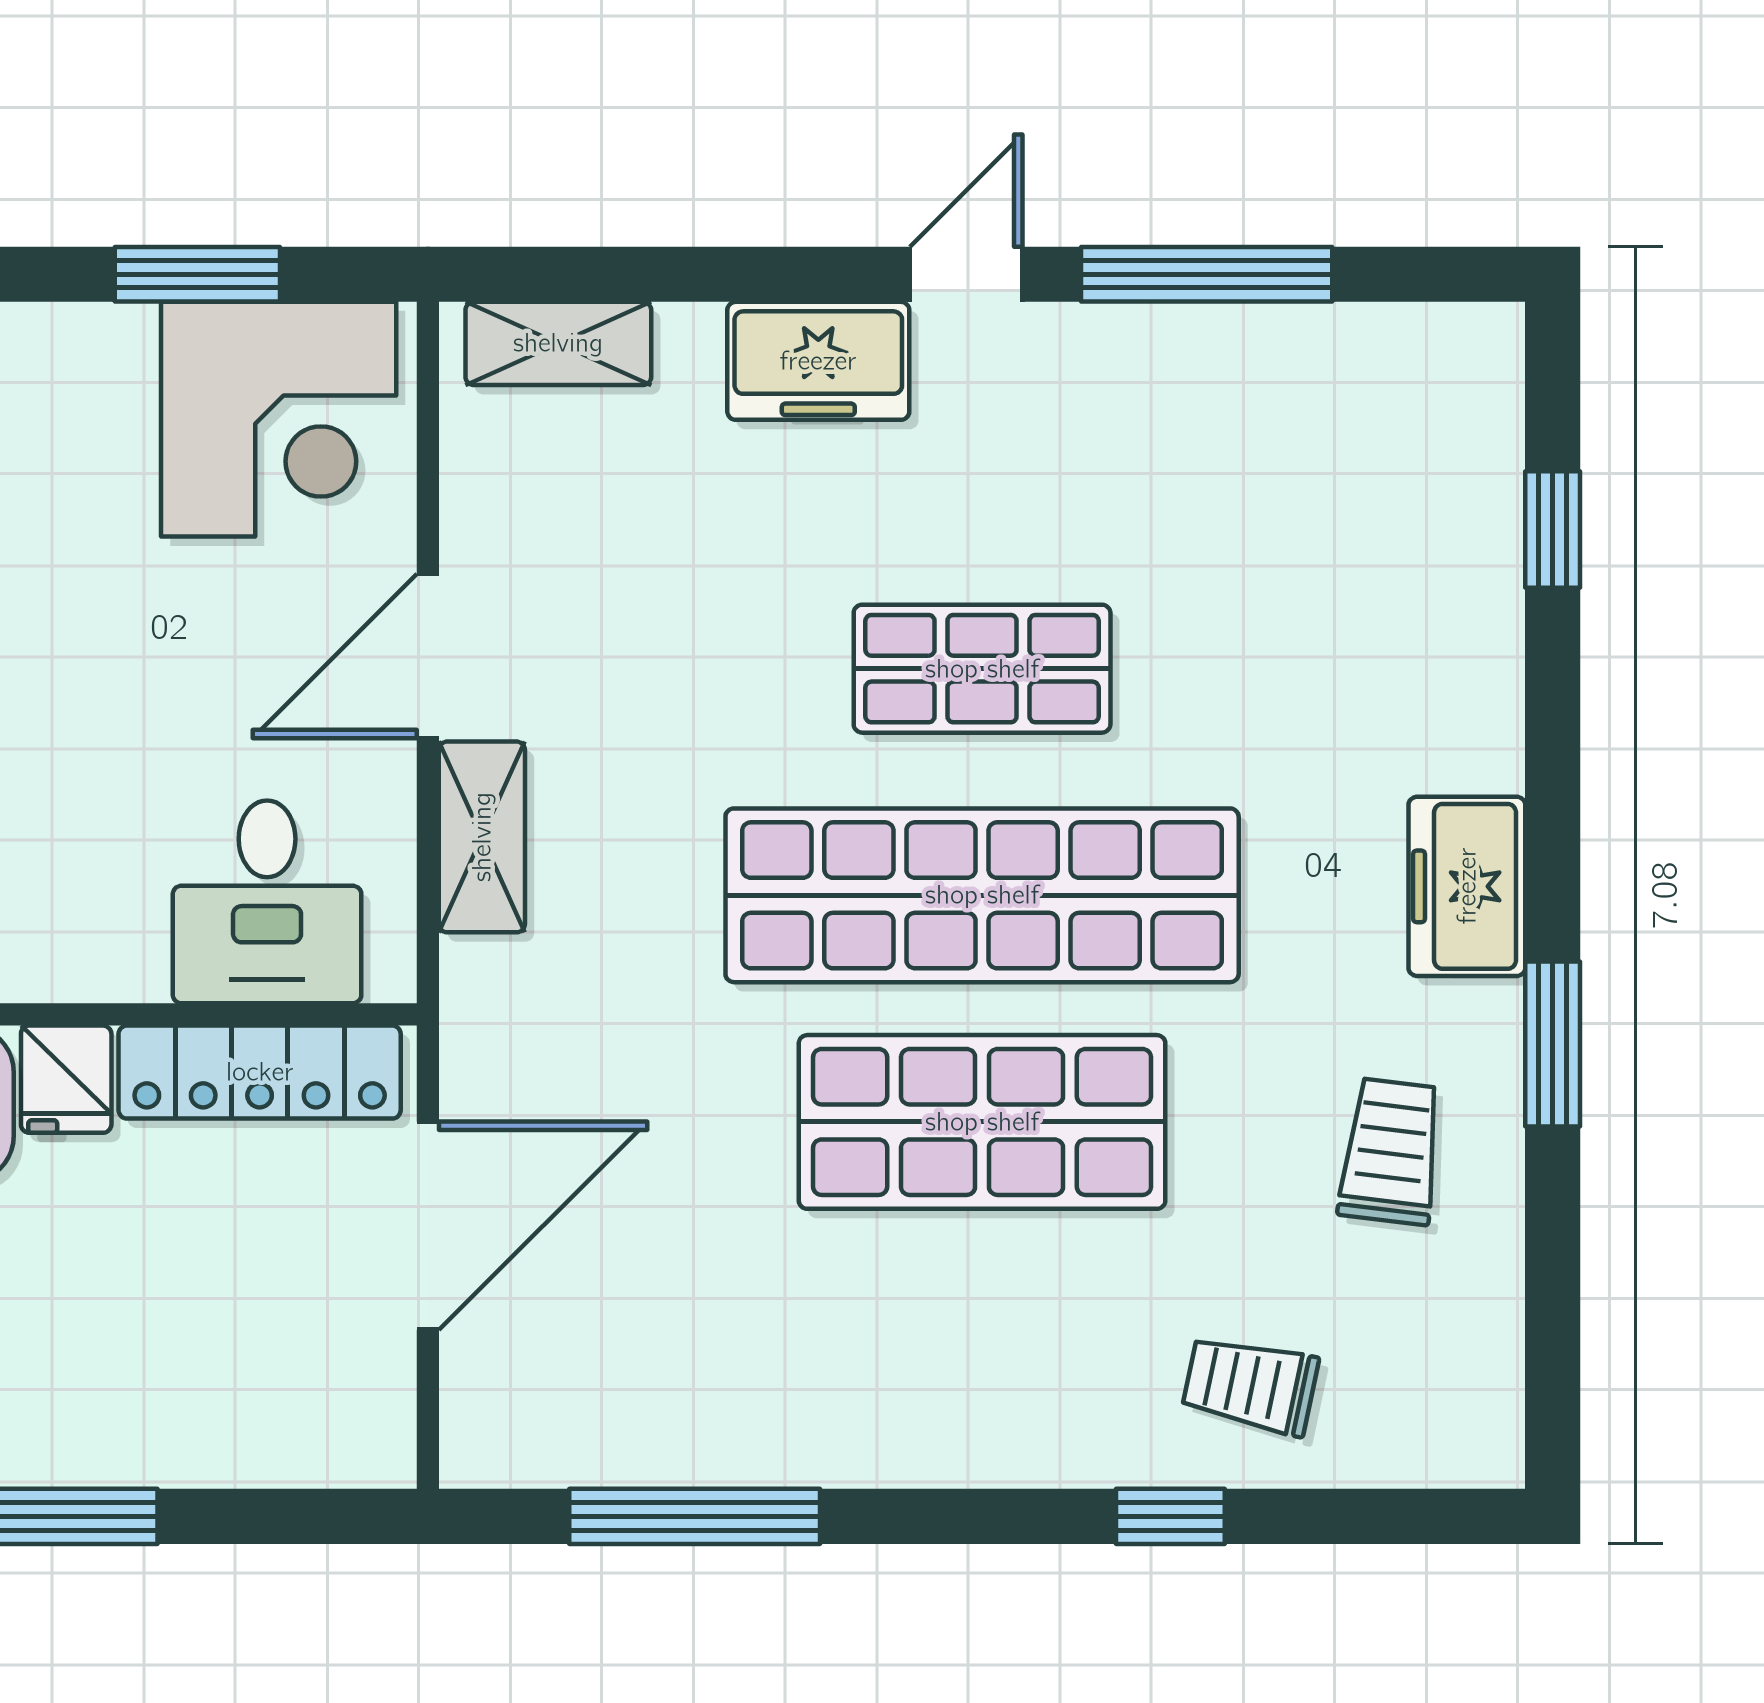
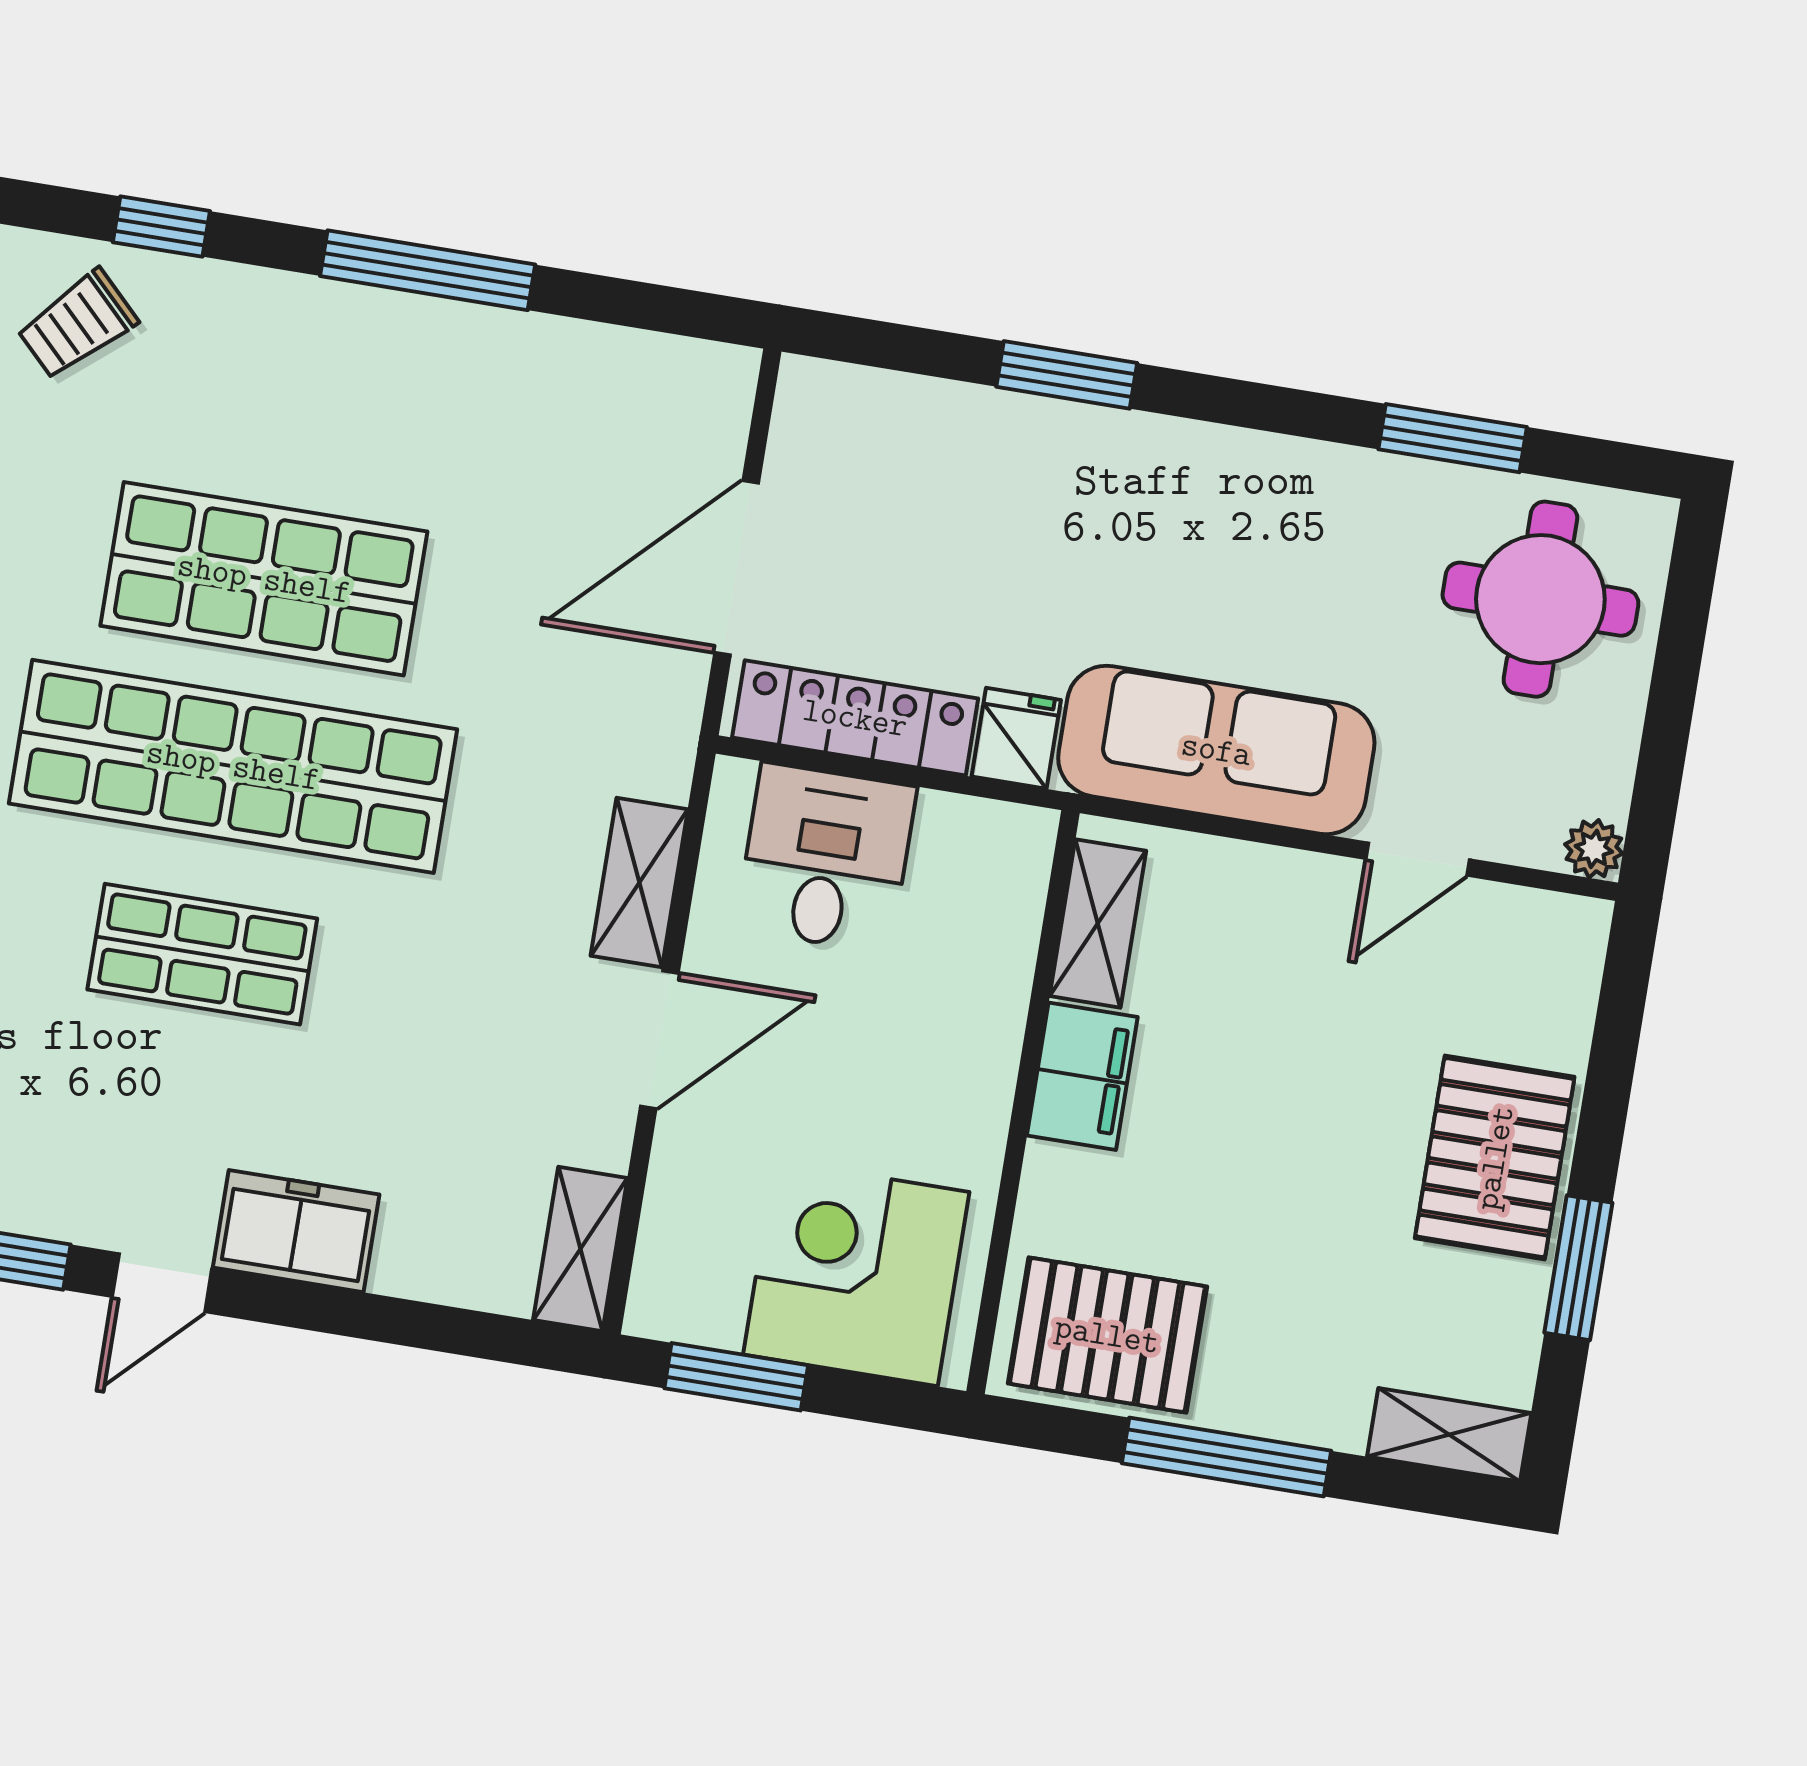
window: (197, 274) -> (736, 1377), moved
shelving: (558, 343) -> (580, 1249), moved, turned 90
corner desk: (279, 419) -> (856, 1273), moved
trolley: (1250, 1385) -> (77, 325), turned 123
window: (695, 1516) -> (428, 270), moved

